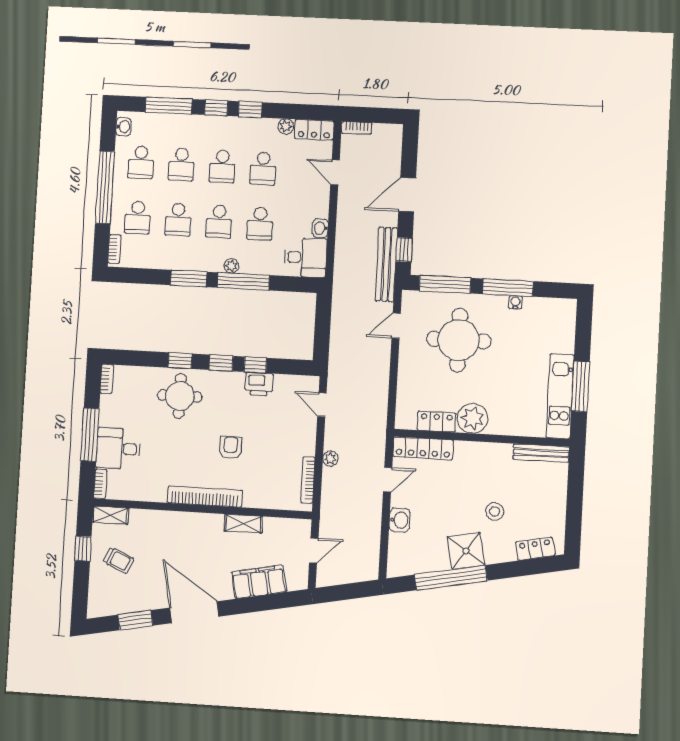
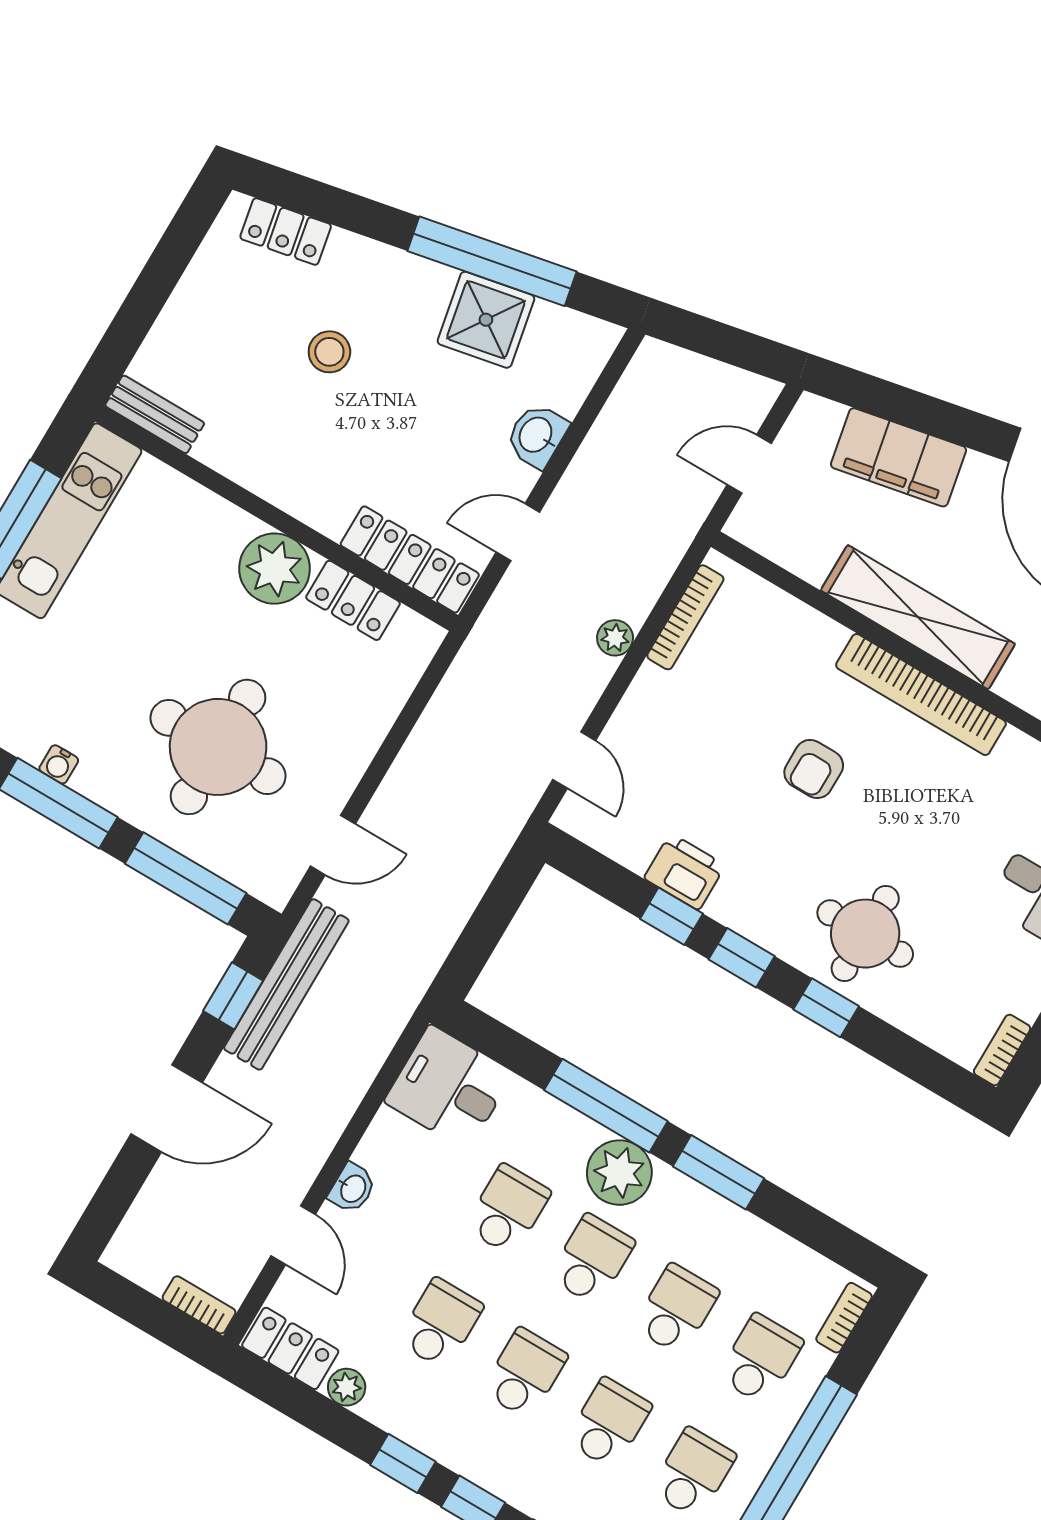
washbasin: (320, 228) -> (352, 1188), moved
plant: (231, 266) -> (619, 1173), width x1.87, depth x1.87
bench: (541, 453) -> (155, 414), width x0.73
shelving: (243, 524) -> (918, 617), width x2.20, depth x1.33
shower: (466, 551) -> (486, 320), moved

